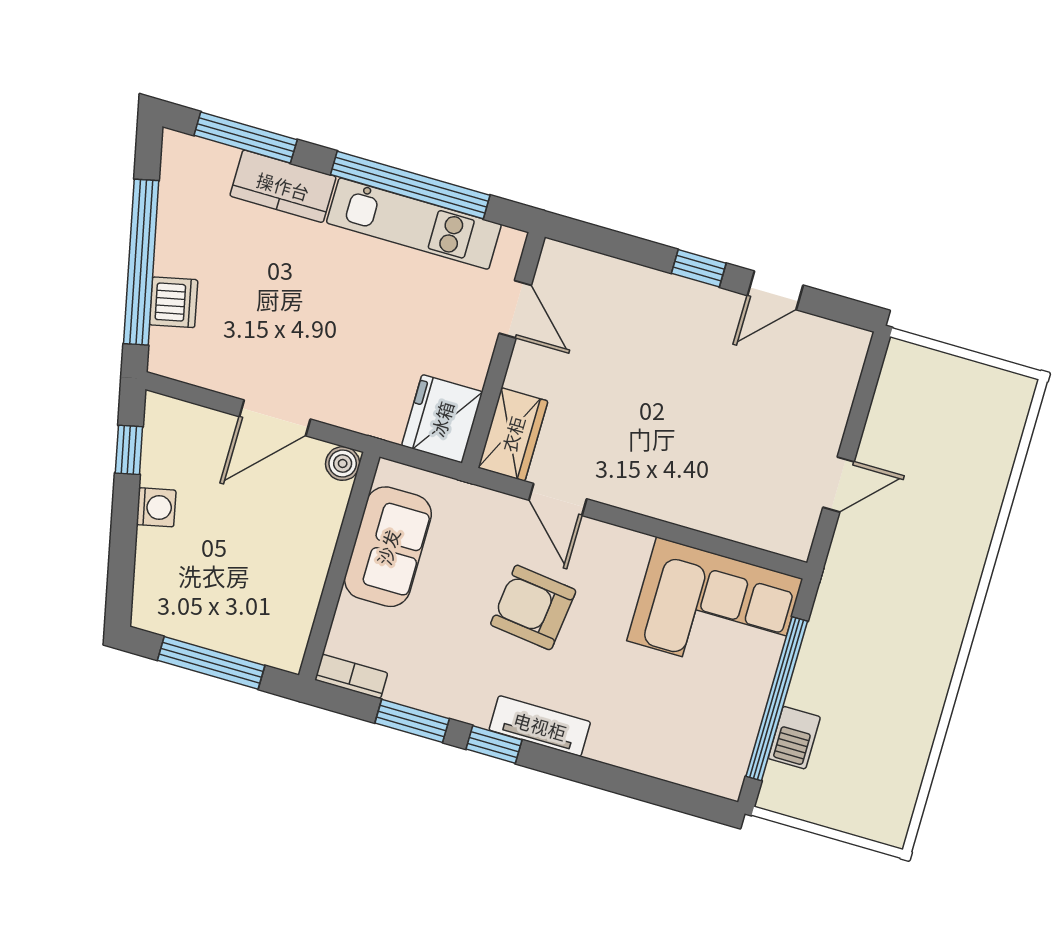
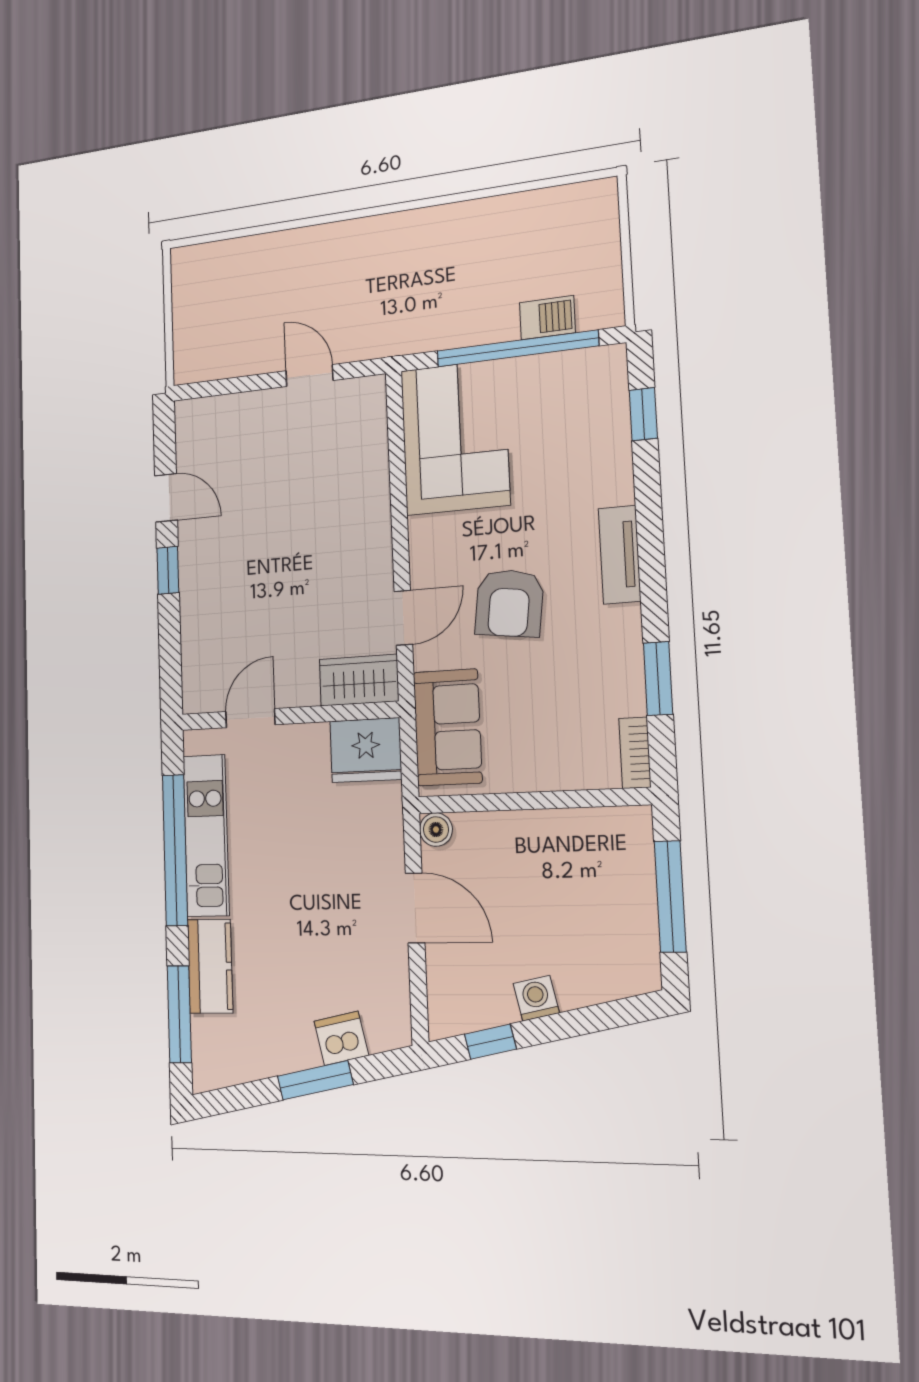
window: (141, 262) -> (315, 1080), width x0.47
sofa: (388, 547) -> (448, 727), moved, turned 90
window: (494, 744) -> (643, 414), moved

